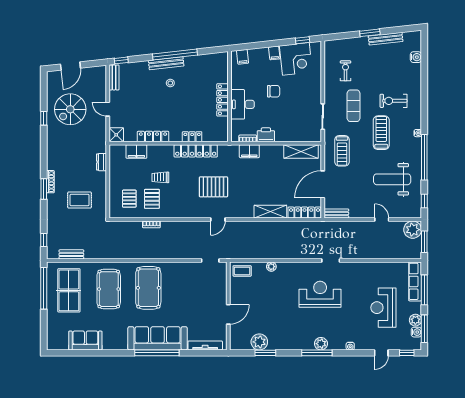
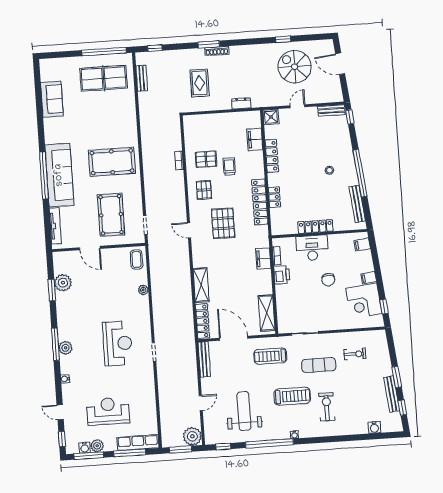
window: (399, 30) -> (402, 408), added
bench: (166, 63) -> (357, 204), moved
pallet: (129, 199) -> (204, 190), moved, turned 90
bench: (336, 213) -> (204, 359), width x1.36
pool table: (109, 289) -> (111, 215), moved, turned 90

